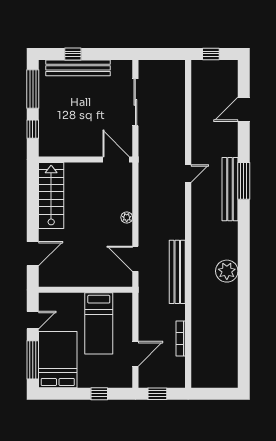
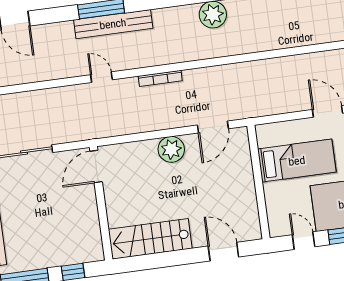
plant: (127, 217) -> (171, 149), width x1.87, depth x1.87
bench: (177, 272) -> (222, 74), removed
bookcase: (181, 339) -> (160, 78), moved

